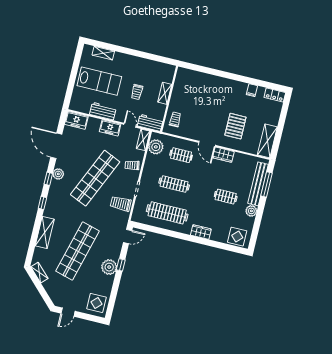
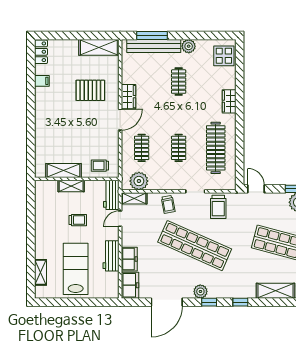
shelving: (178, 90) -> (64, 171), added
freezer: (110, 128) -> (129, 259), moved
clothes rail: (174, 184) -> (179, 148), width x0.73

